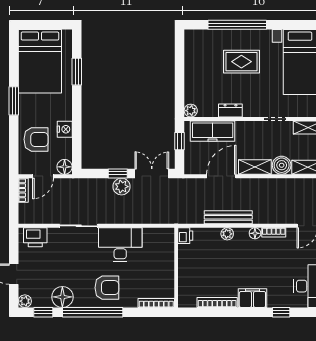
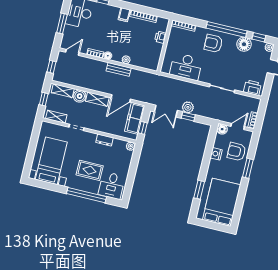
desk: (204, 47) -> (112, 185), added
window: (14, 101) -> (248, 168), moved
freezer: (213, 131) -> (135, 118), moved, turned -90
bench: (228, 217) -> (119, 69), width x0.73
printer: (185, 236) -> (160, 37), moved
desk: (120, 245) -> (186, 67), moved
filing cabinet: (252, 298) -> (124, 15), width x0.50

